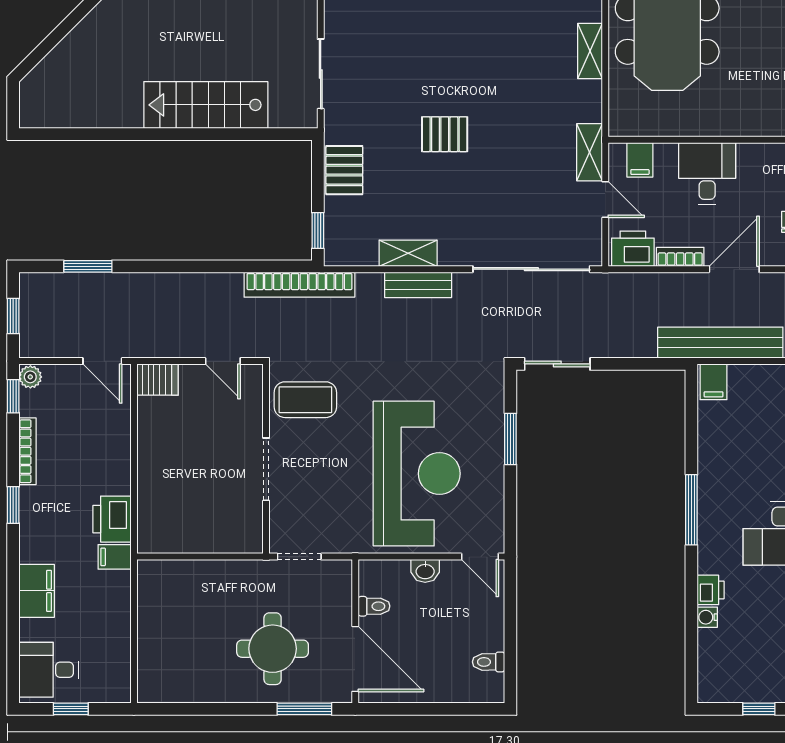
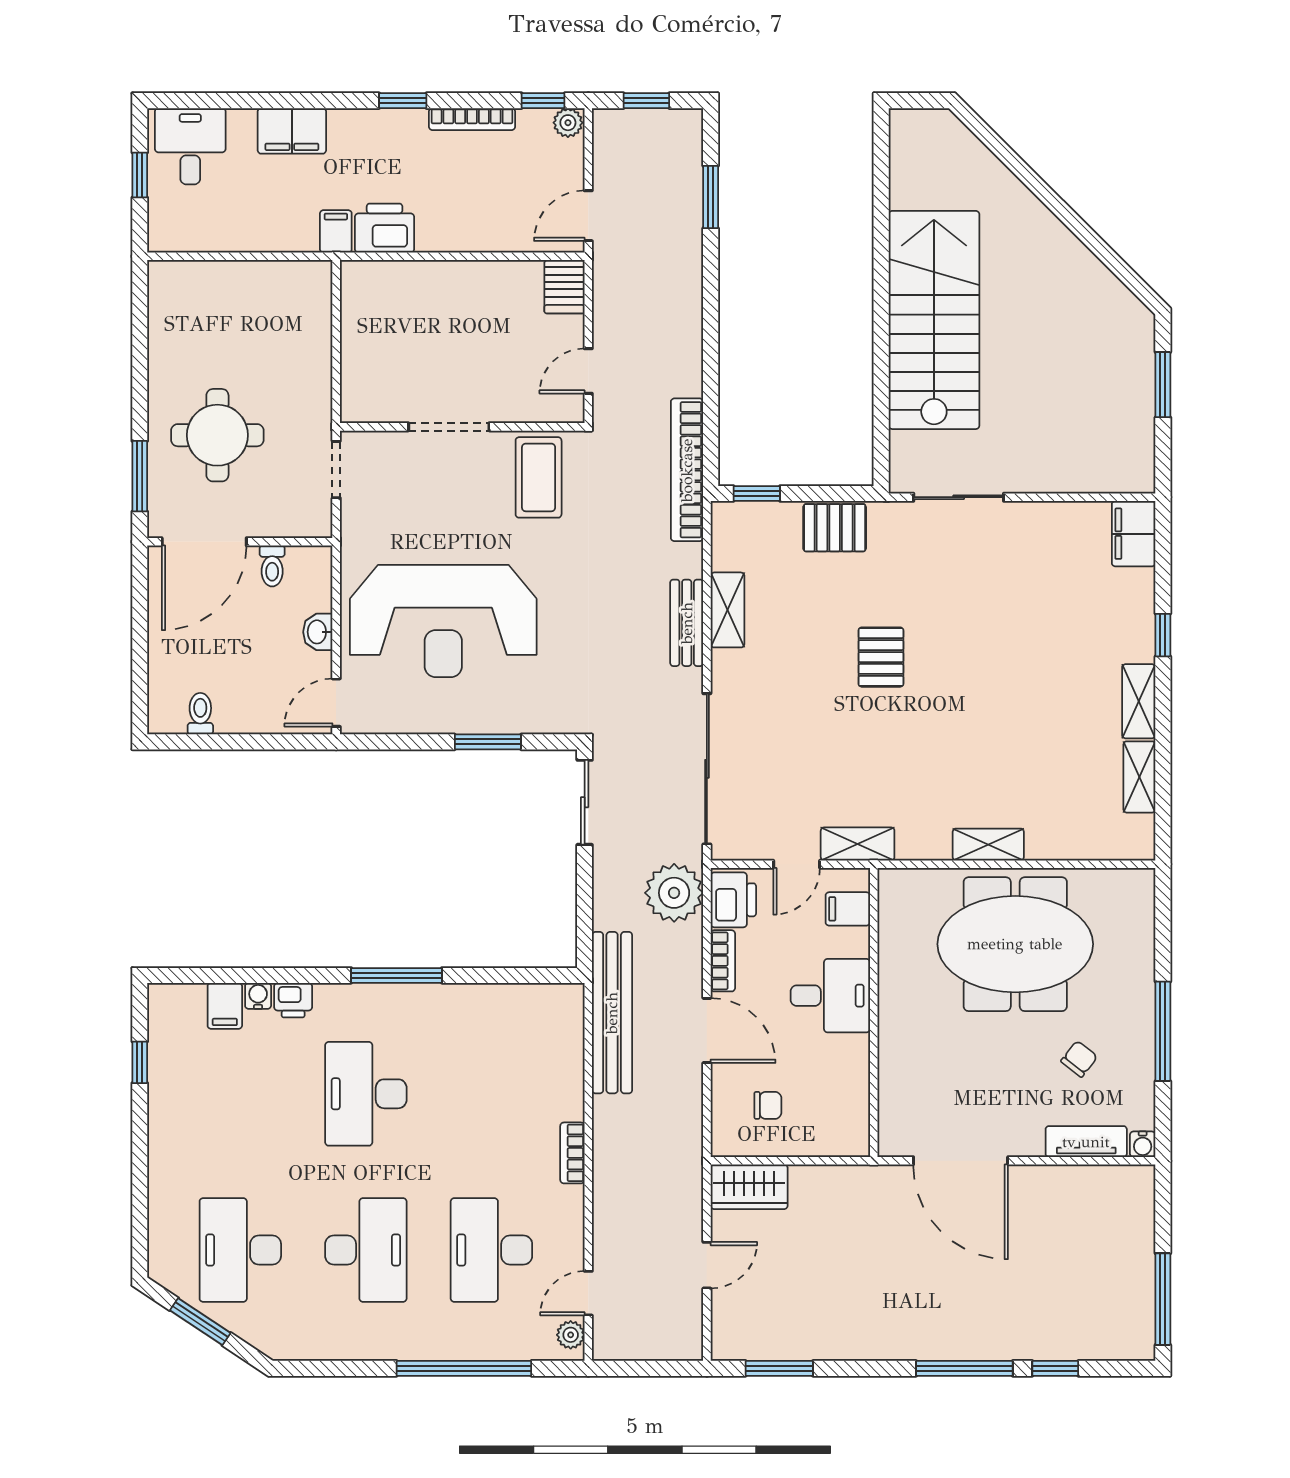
stairs: (206, 105) -> (934, 320), width x1.36, depth x1.51
plant: (627, 295) -> (674, 893), added
filing cabinet: (713, 382) -> (225, 1006), moved, turned -90

